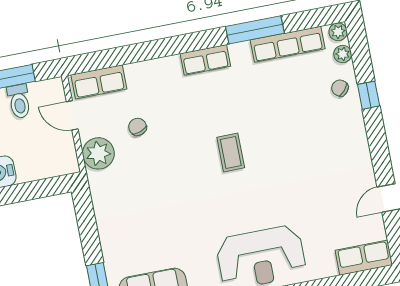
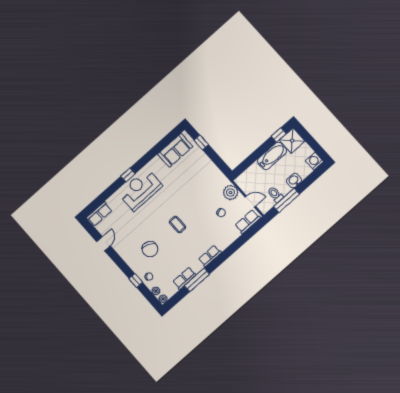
row of seats: (288, 44) -> (184, 278), width x0.68
chair: (308, 137) -> (150, 249), added

